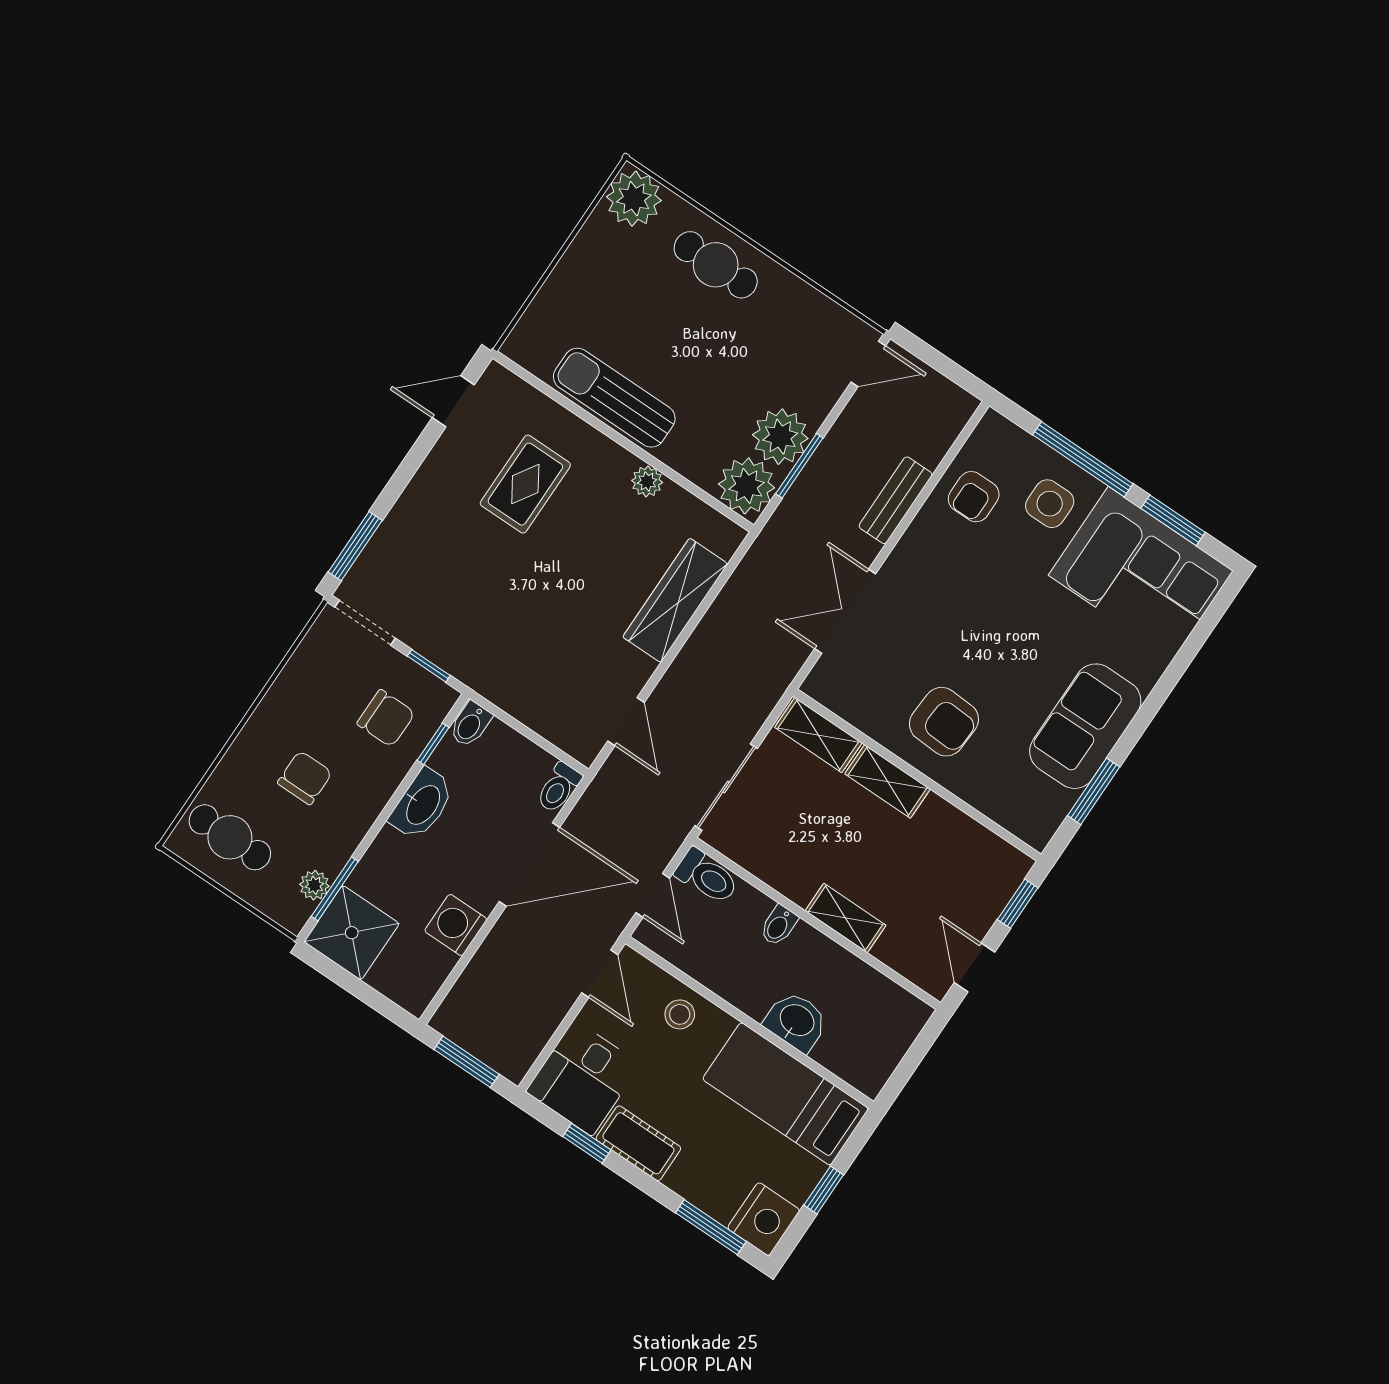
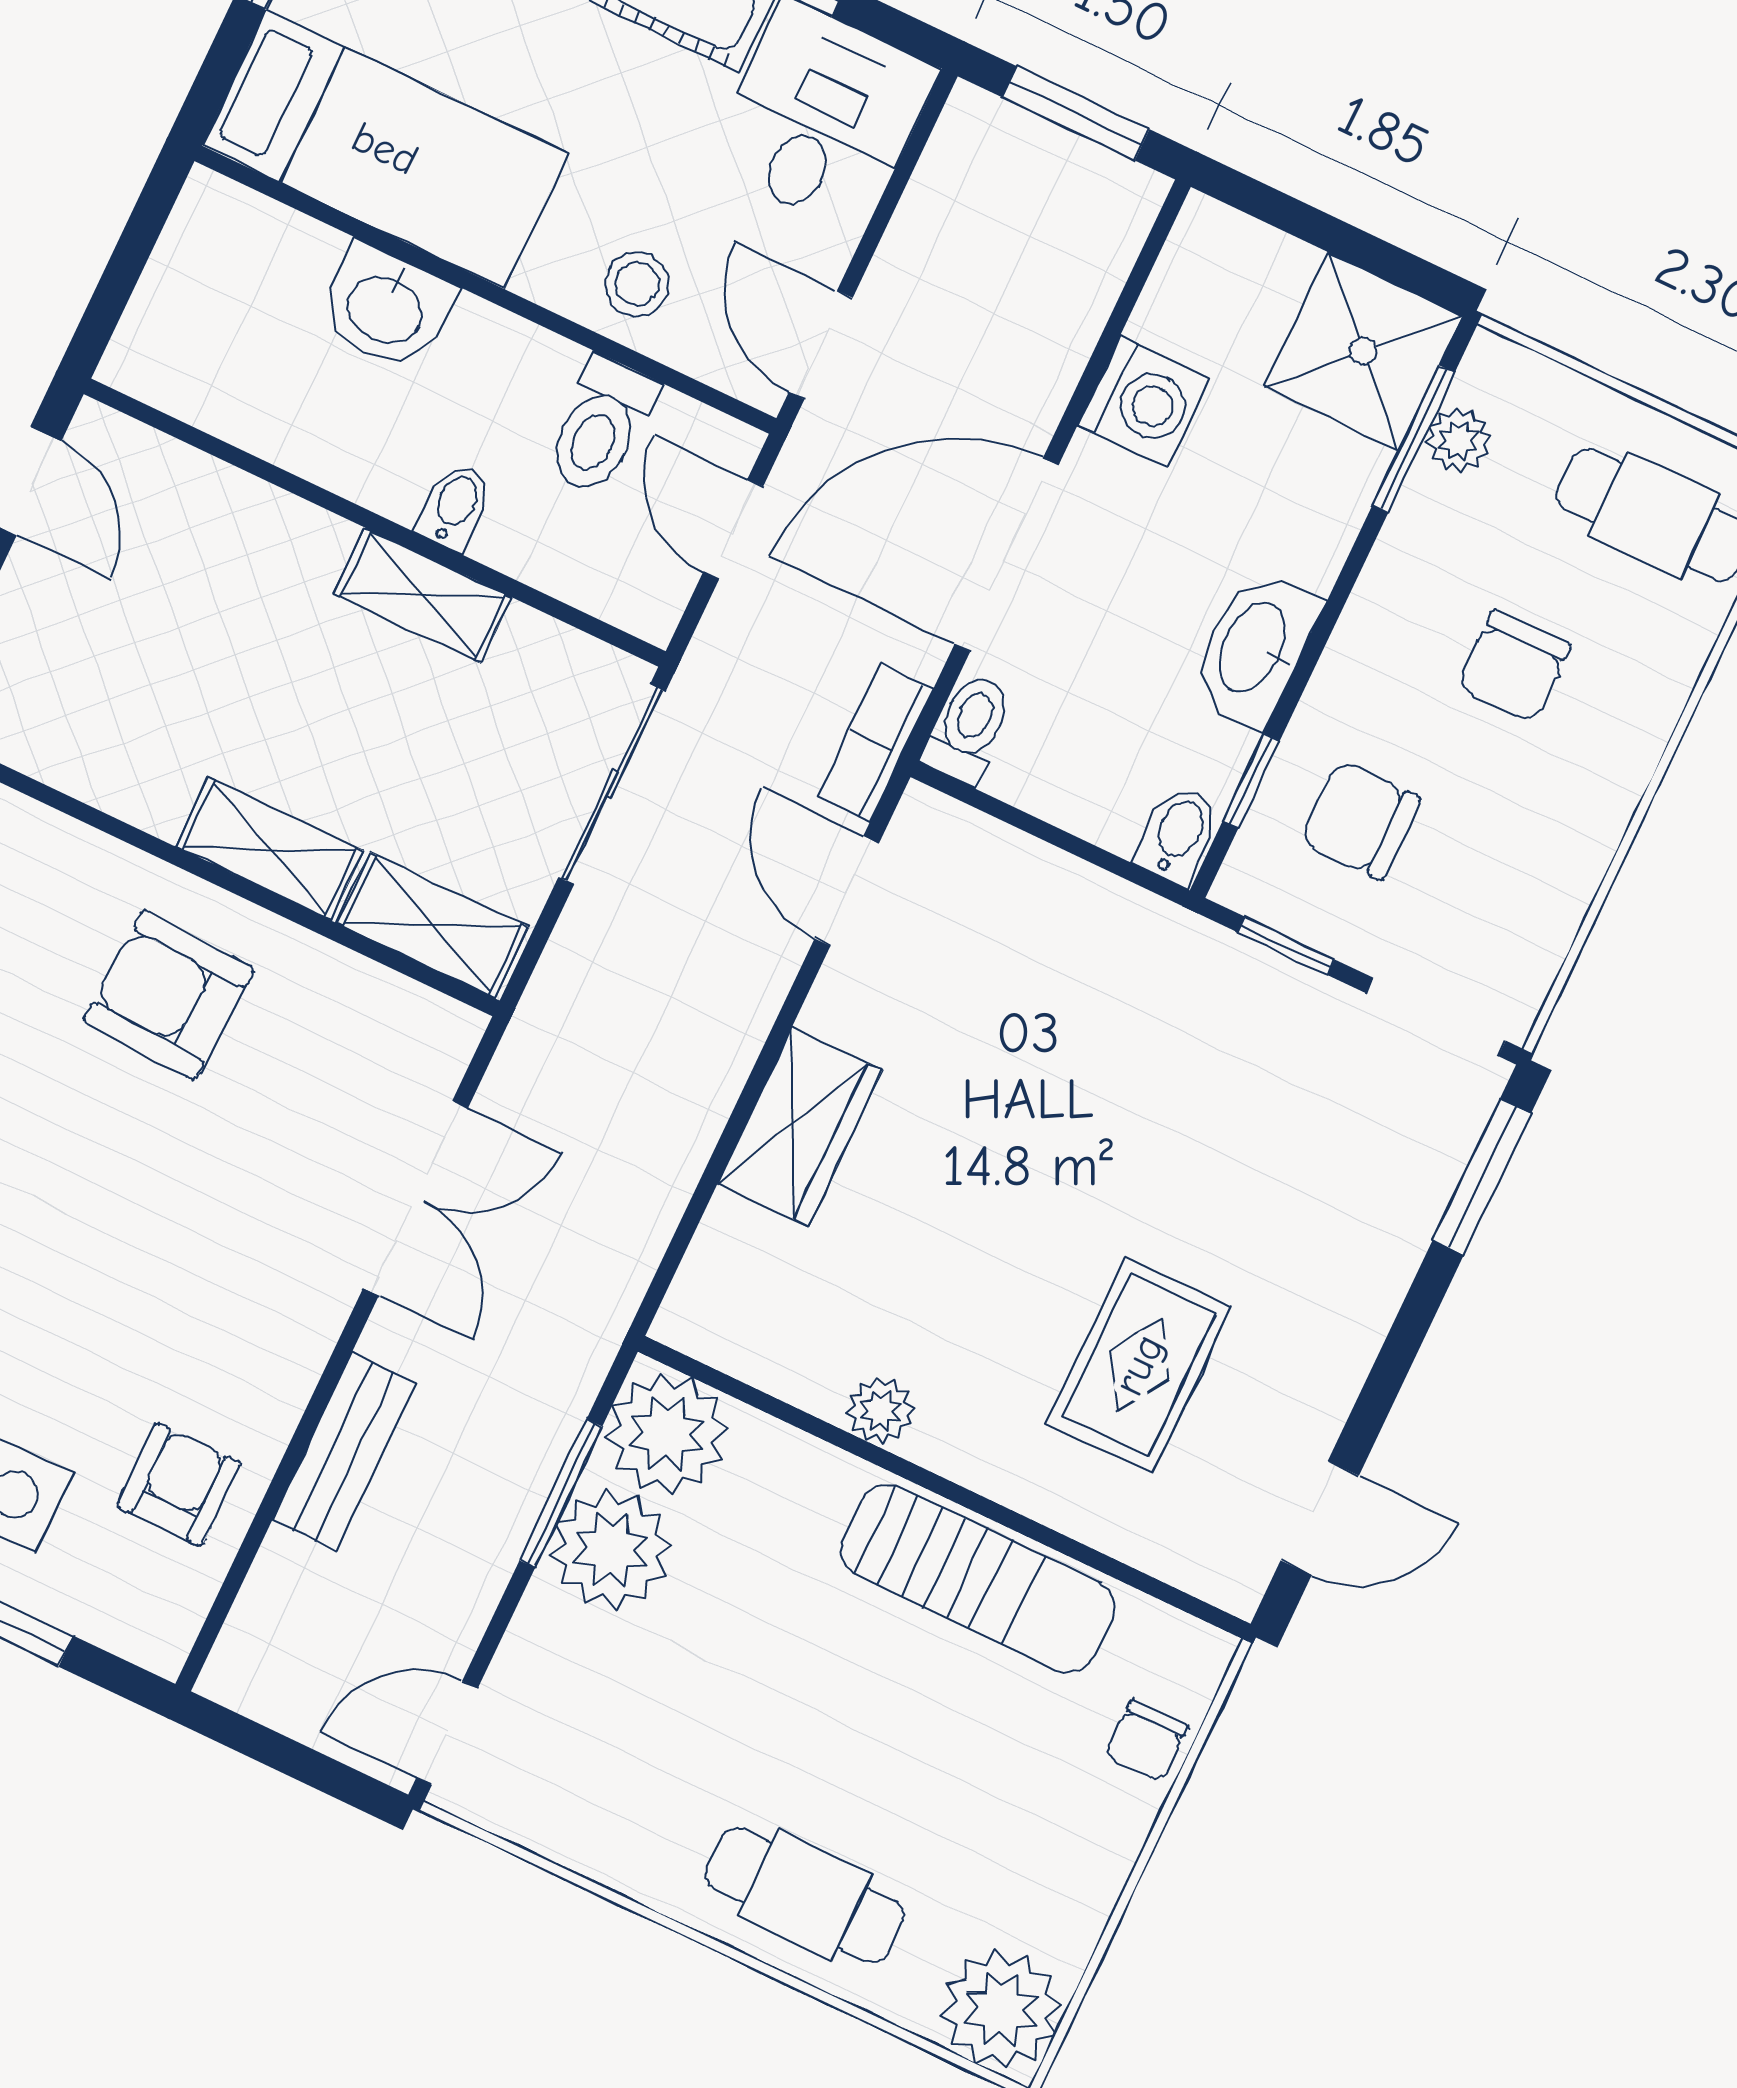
chair: (548, 311) -> (1146, 1741), added
wardrobe: (675, 600) -> (800, 1127), width x0.67
bookcase: (602, 788) -> (876, 743), added
toilet: (707, 876) -> (601, 426), moved, turned -90
shelving: (846, 918) -> (423, 595), moved

